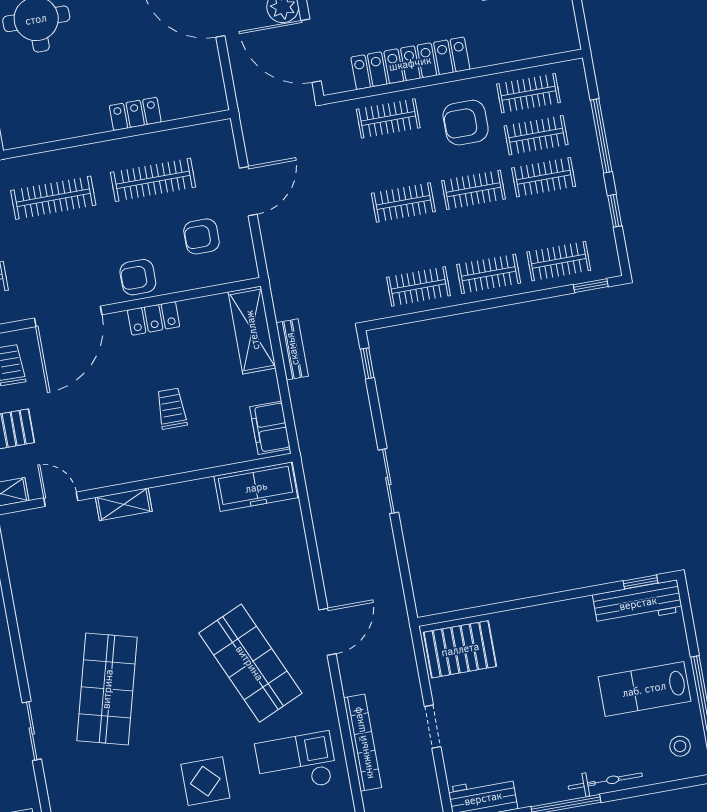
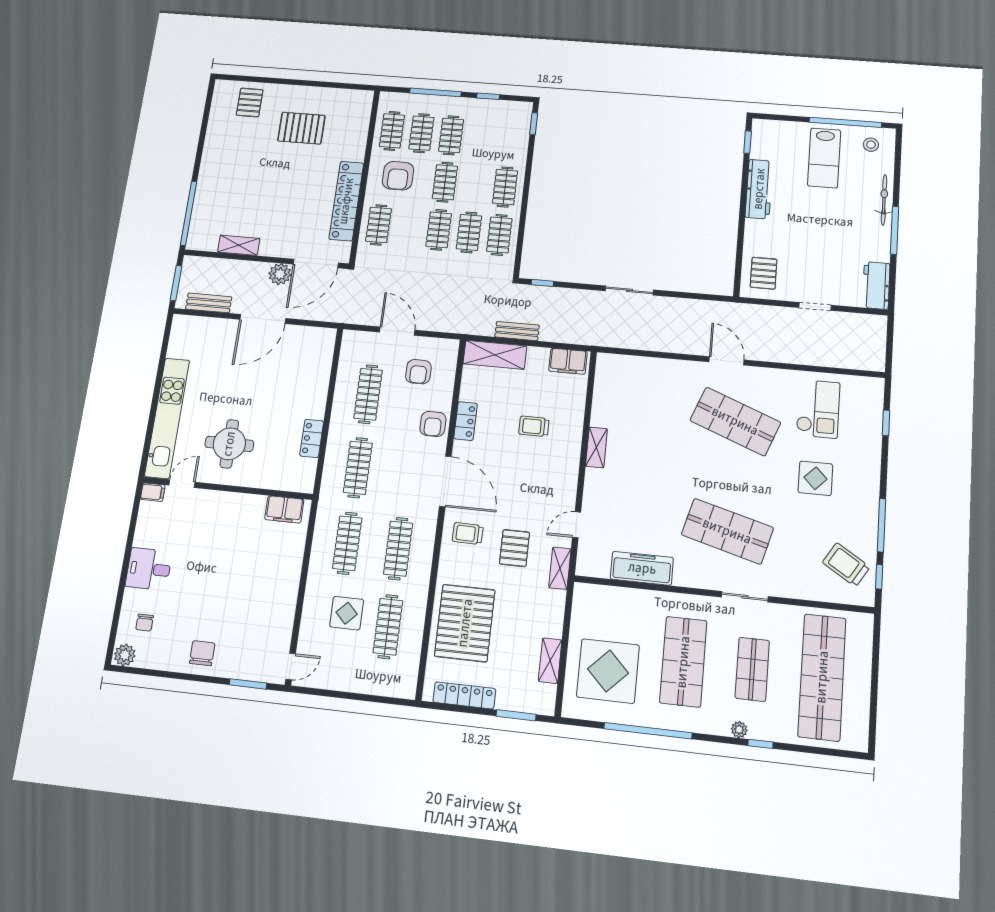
locker: (135, 114) -> (312, 438), moved
clothes rail: (559, 261) -> (469, 232), moved
freezer: (256, 487) -> (642, 568), moved, turned -90
shelving: (124, 504) -> (597, 447), moved
workbench: (638, 603) -> (759, 189), moved
pallet: (460, 649) -> (764, 273), width x0.67, depth x0.71
shop shelf: (250, 663) -> (735, 421), turned 45
bookcase: (363, 743) -> (815, 358), removed
checkout: (296, 763) -> (818, 409), turned 180

